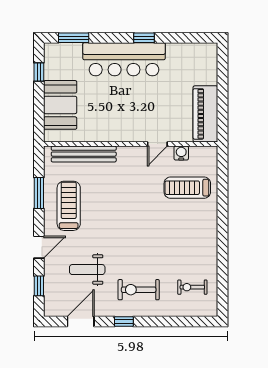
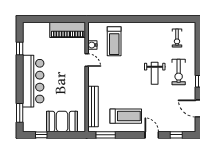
window: (144, 38) -> (20, 49), moved
window: (39, 193) -> (106, 135), moved
treadmill: (69, 206) -> (126, 116), turned 180
weight bench: (87, 270) -> (155, 73), moved

